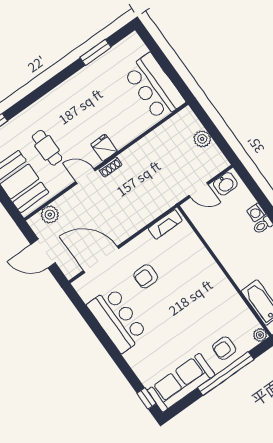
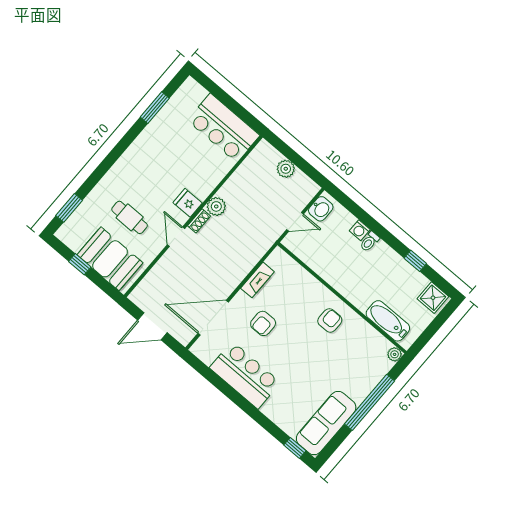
door: (85, 176) -> (176, 237), hinge flipped
plant: (50, 215) -> (216, 206), moved
fireplace: (165, 224) -> (257, 280), moved
armchair: (224, 348) -> (330, 320), moved, turned 180

